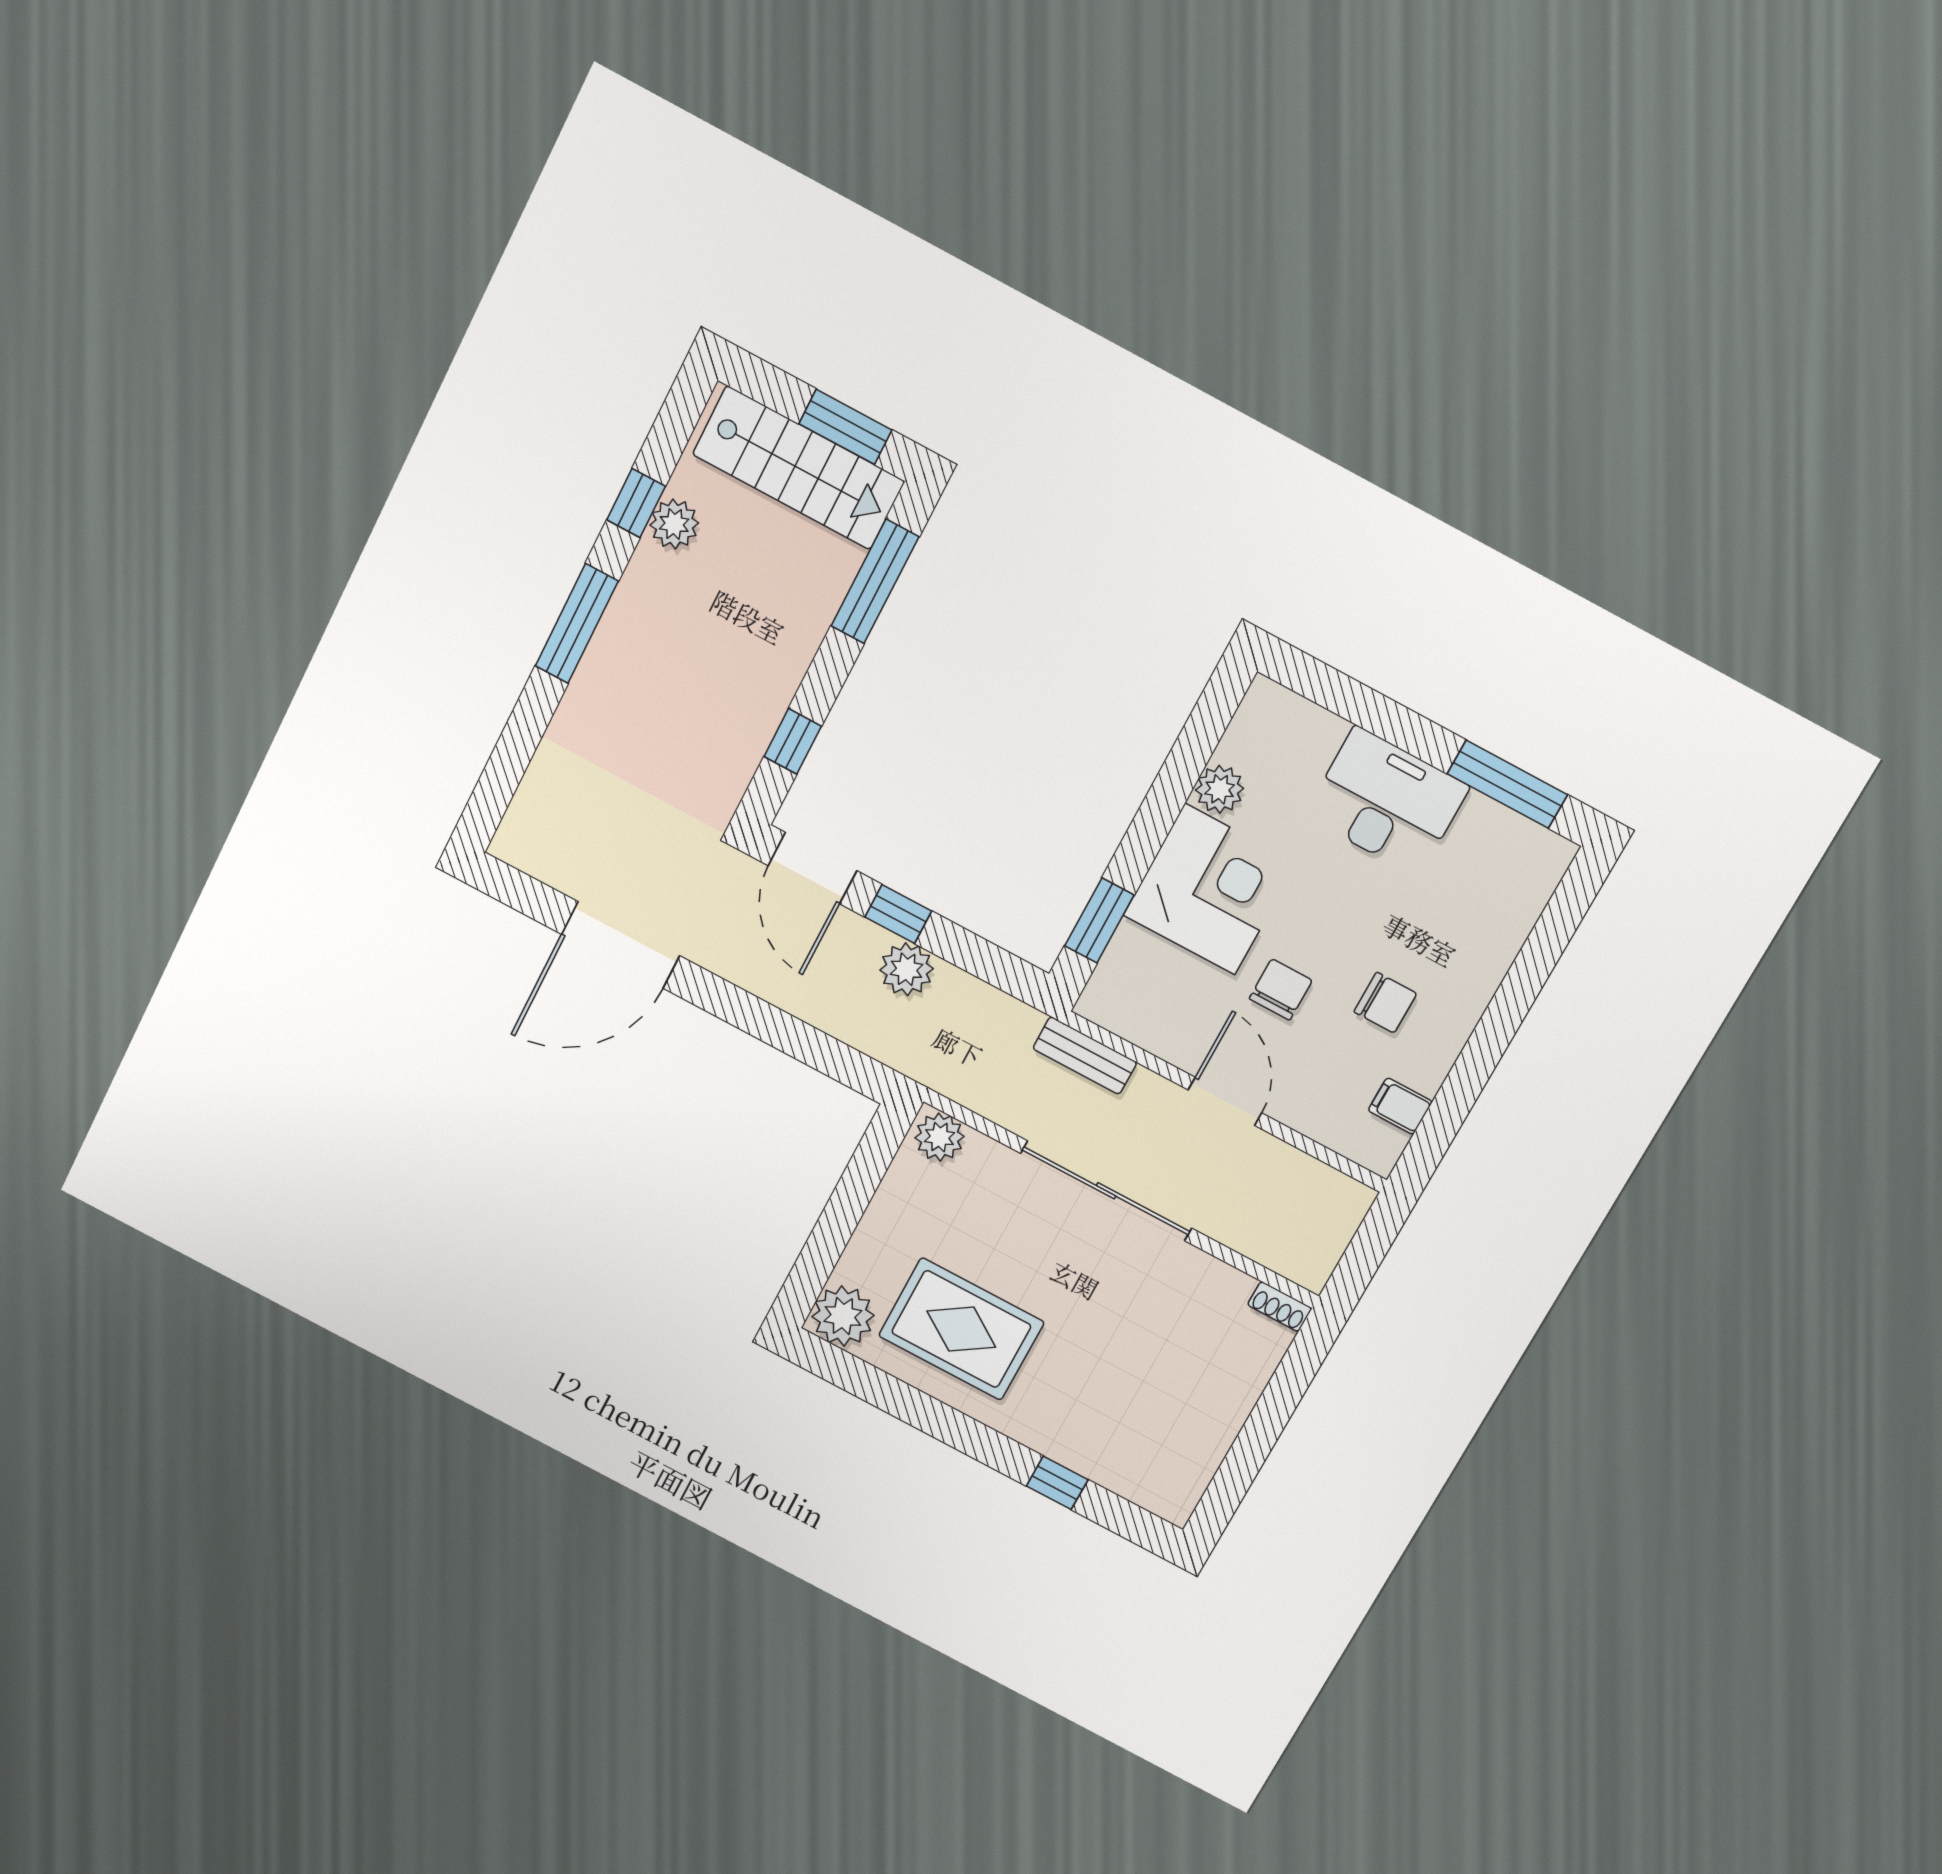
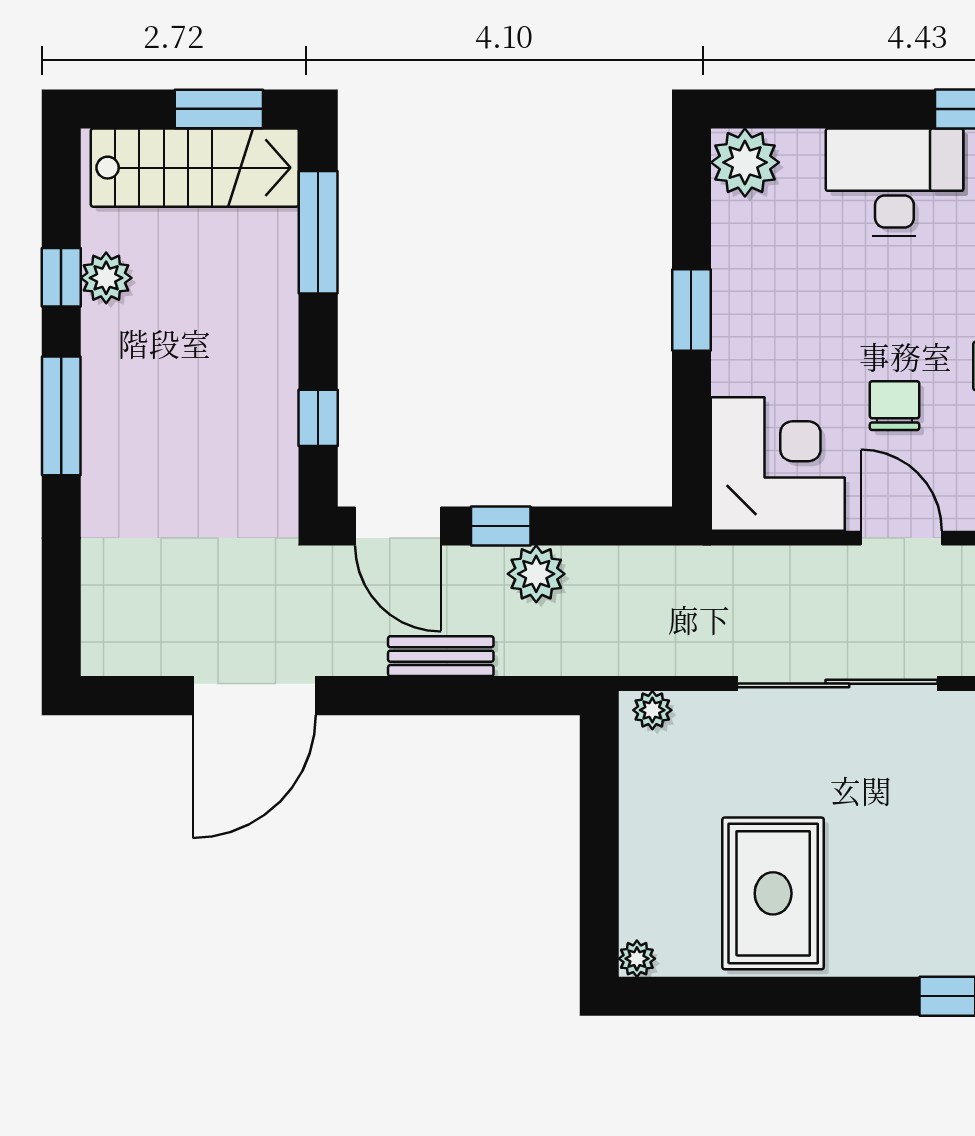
plant: (1220, 789) -> (745, 162), moved, width x1.36, depth x1.36
corner desk: (1210, 889) -> (778, 464), moved
window: (1099, 921) -> (691, 310), moved
bench: (1085, 1056) -> (441, 656), moved
plant: (939, 1137) -> (652, 710), width x0.73, depth x0.73
plant: (843, 1316) -> (637, 959), width x0.53, depth x0.53
rug: (961, 1329) -> (773, 893), turned 90

